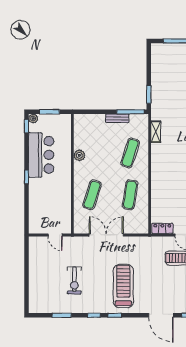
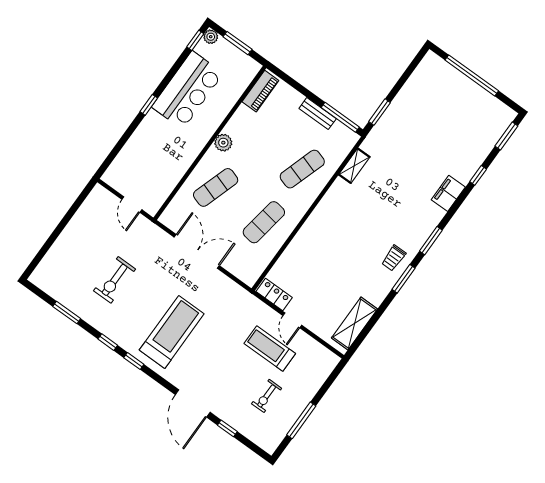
piano: (79, 128) -> (260, 91), added
plant: (79, 155) -> (223, 143), moved

